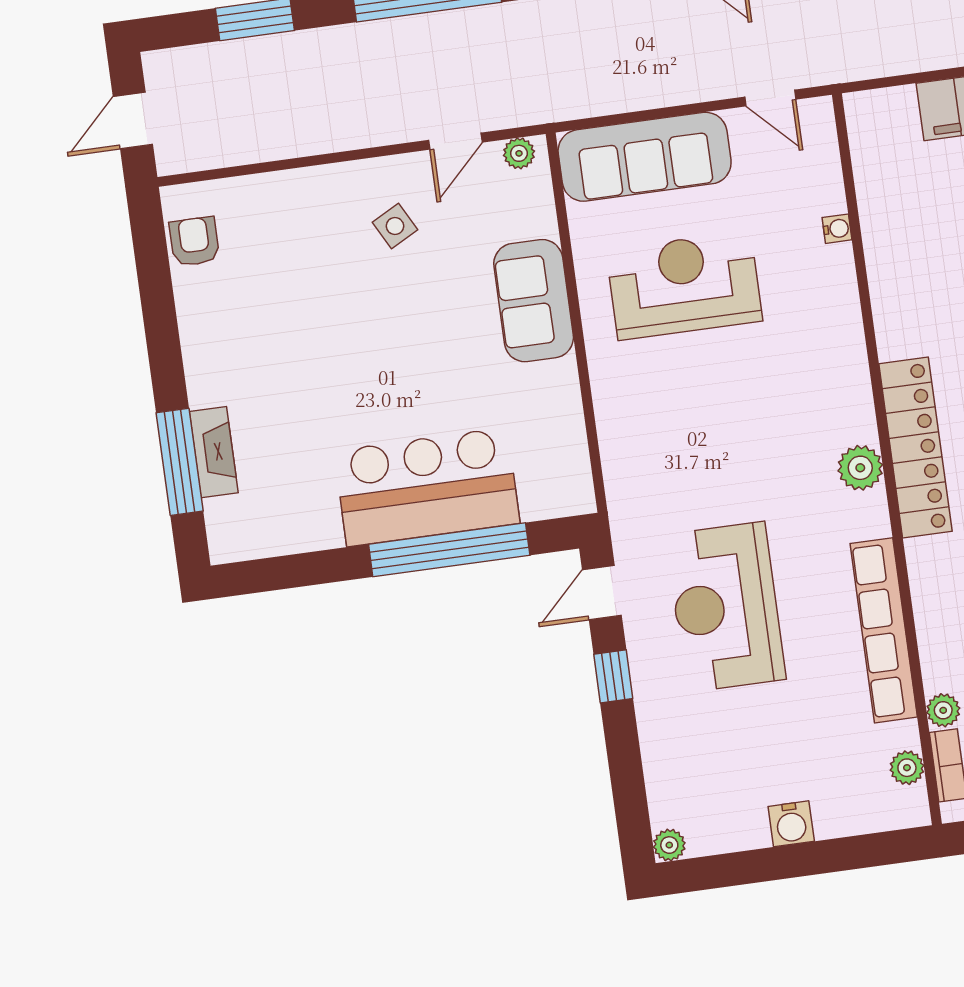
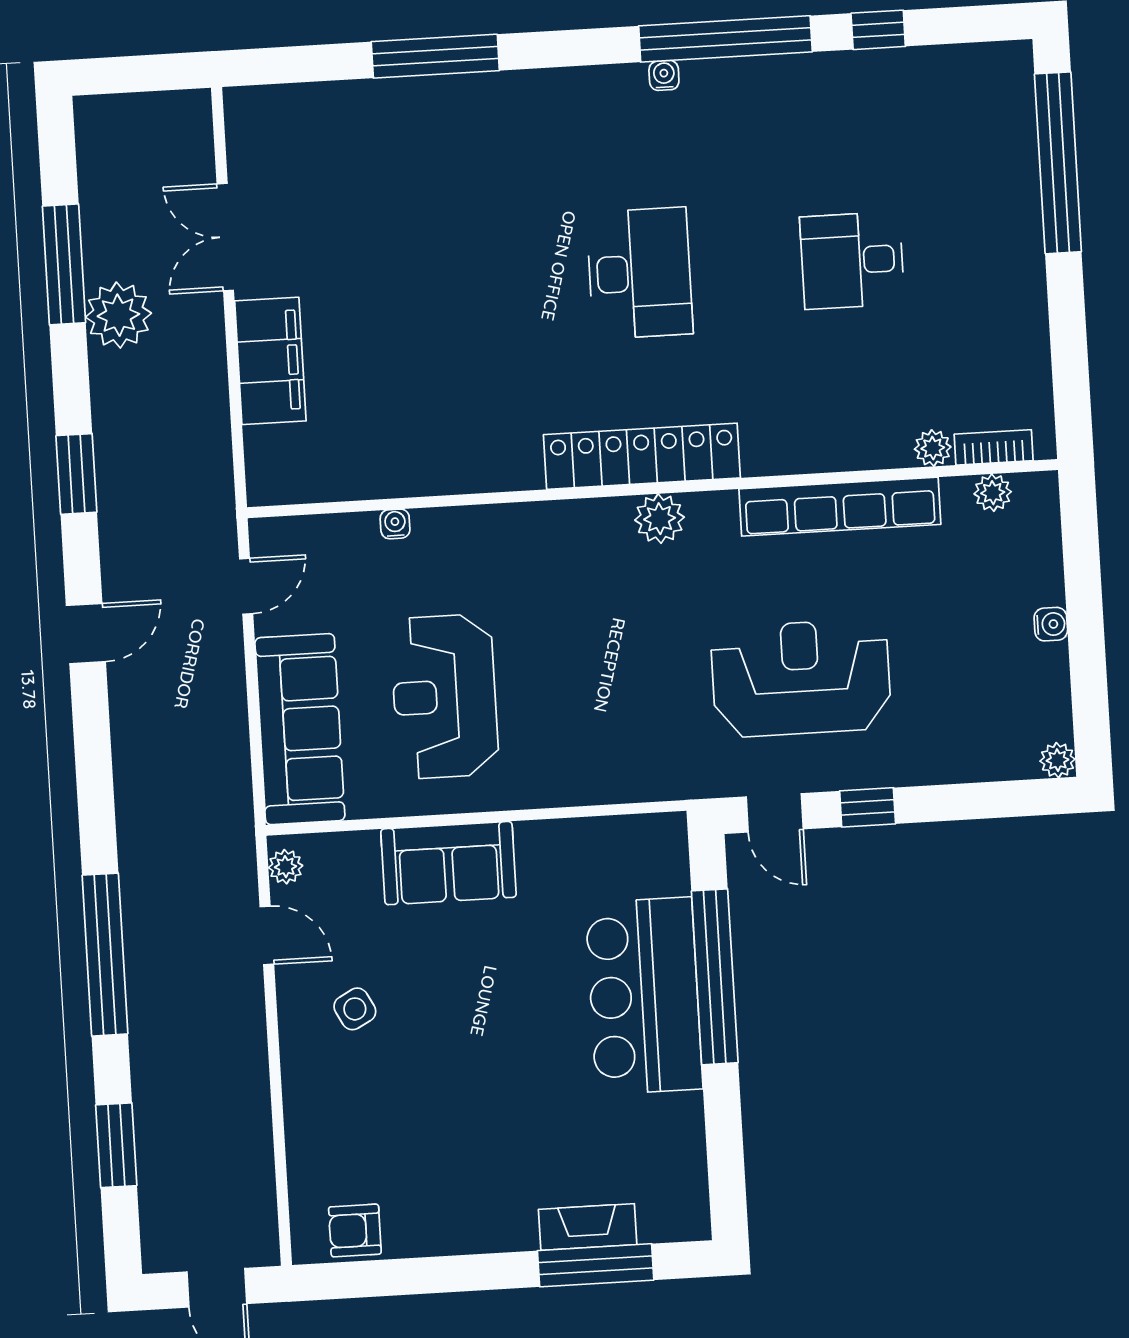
reception desk: (726, 607) -> (801, 678), turned 180
water cooler: (791, 824) -> (1051, 624), width x0.72, depth x0.72

